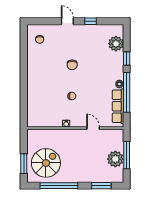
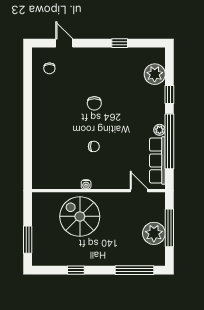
door: (67, 21) -> (64, 43), moved
door: (93, 128) -> (139, 191), moved
spiral stairs: (46, 163) -> (80, 216), moved, turned -90
window: (59, 186) -> (76, 270), width x0.32
window: (101, 186) -> (135, 270), width x1.44

